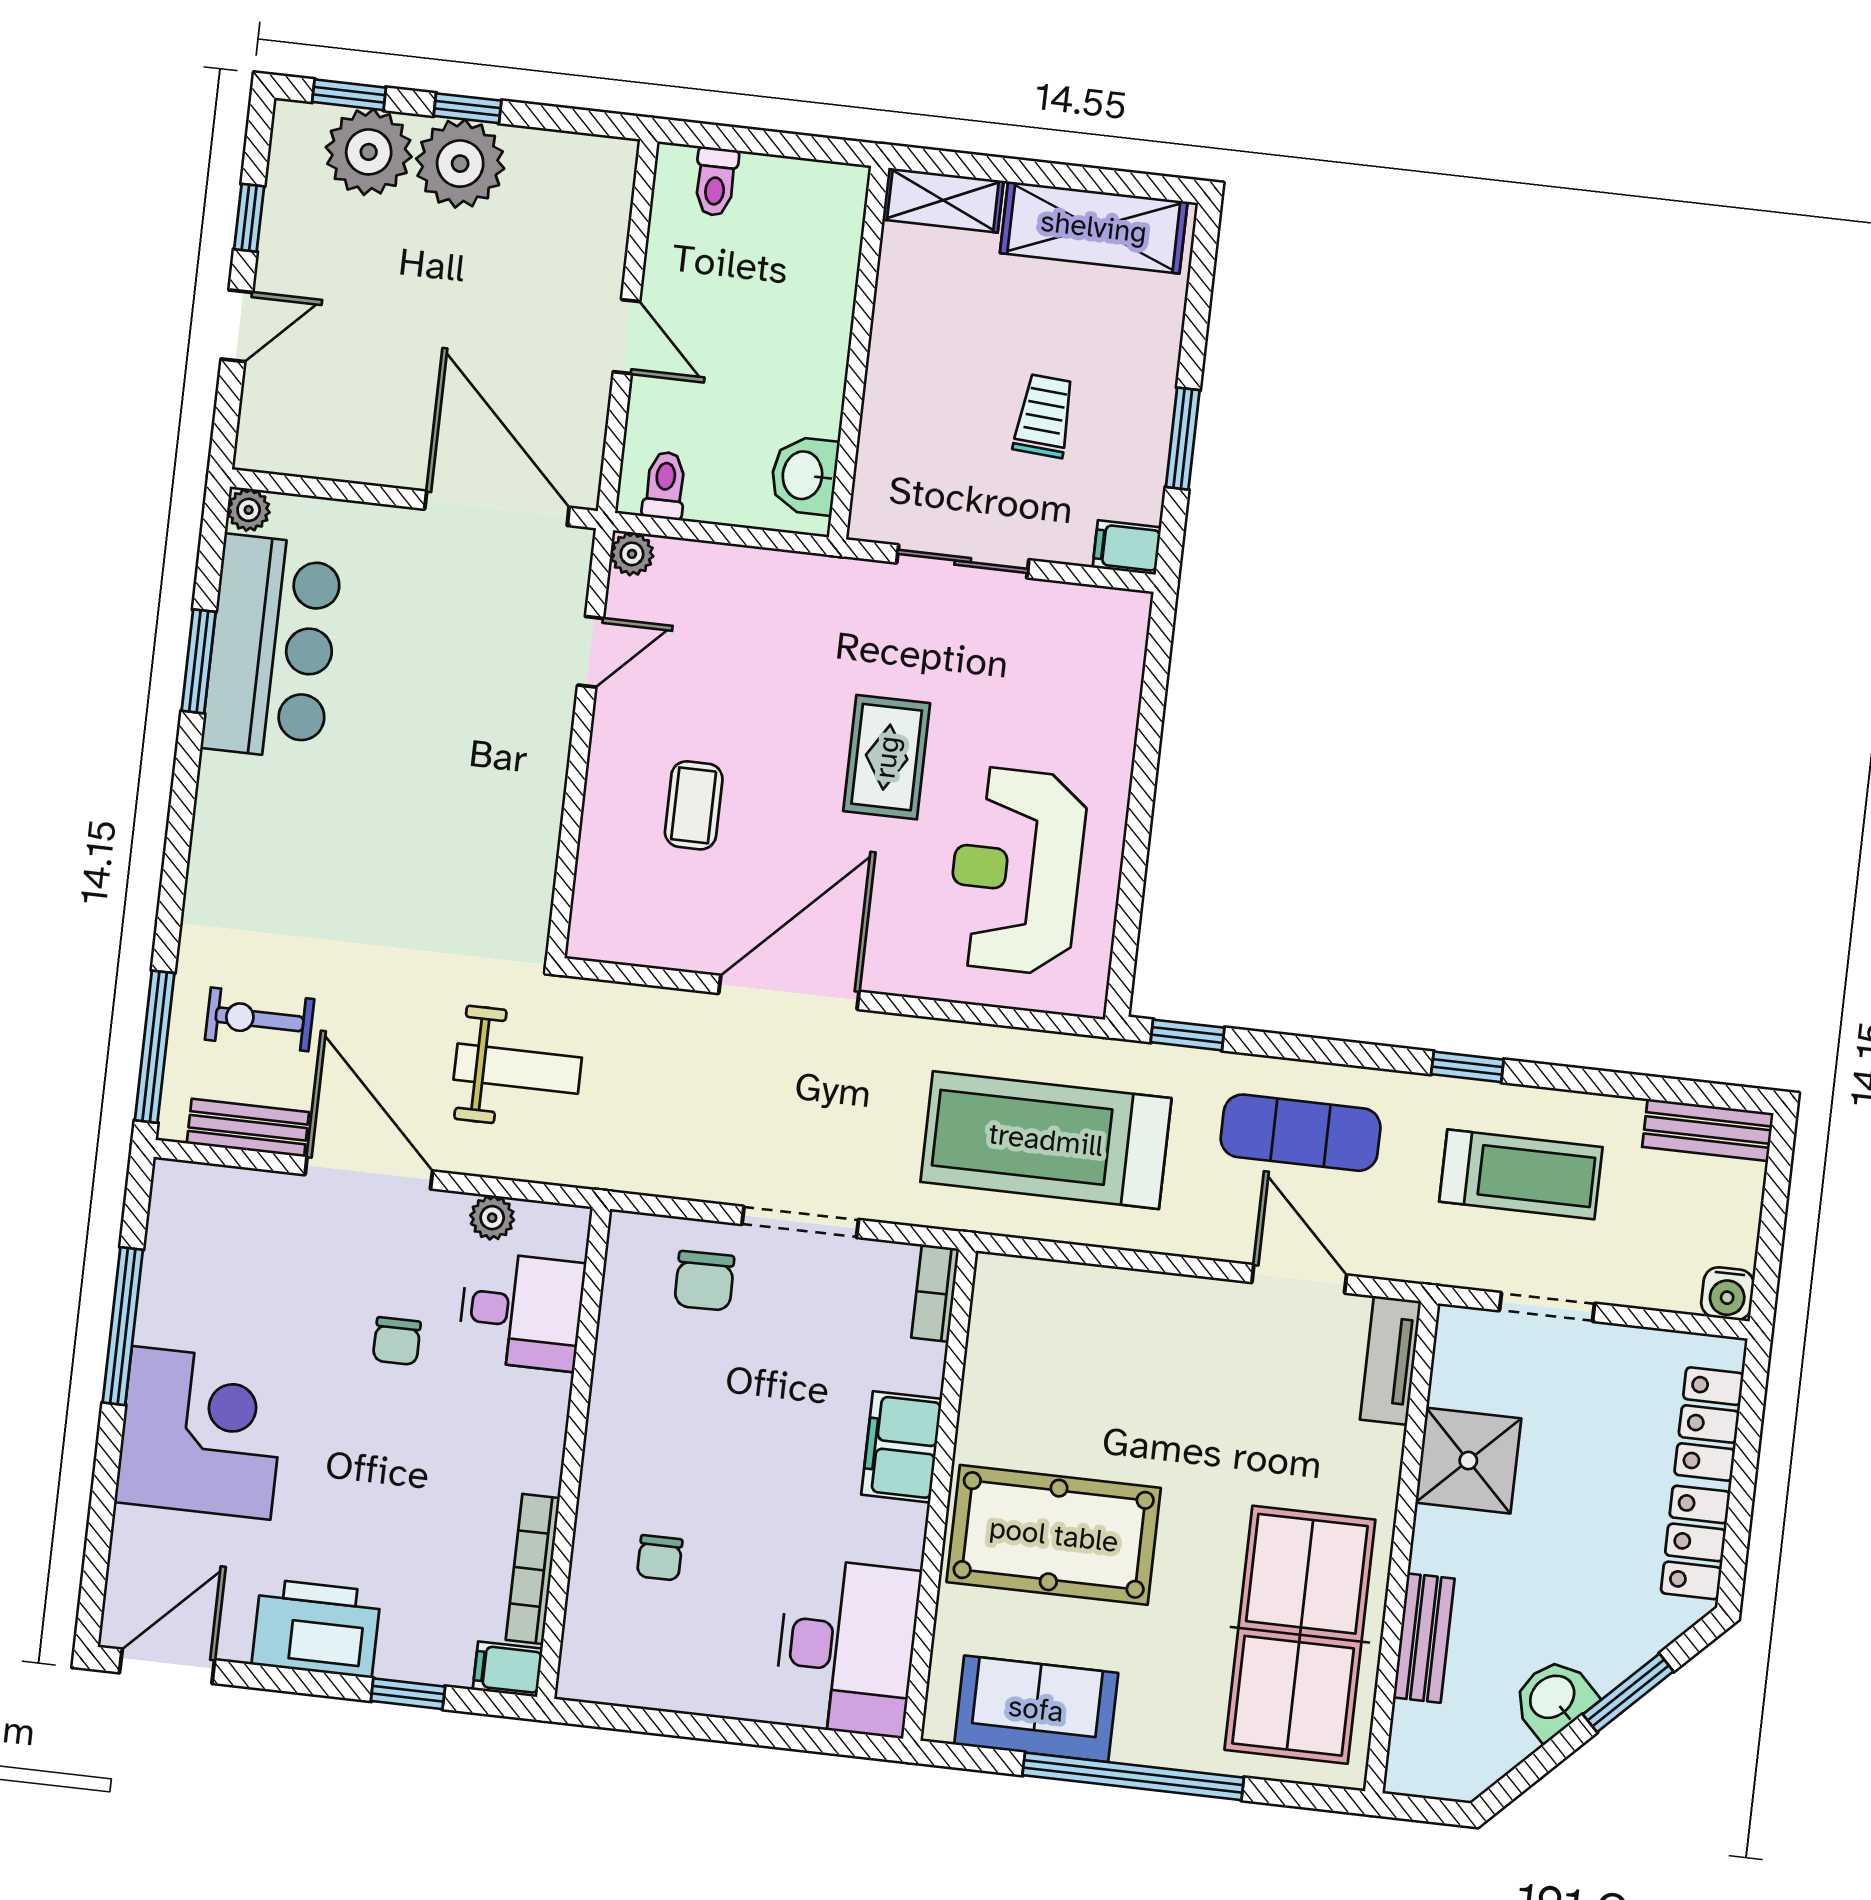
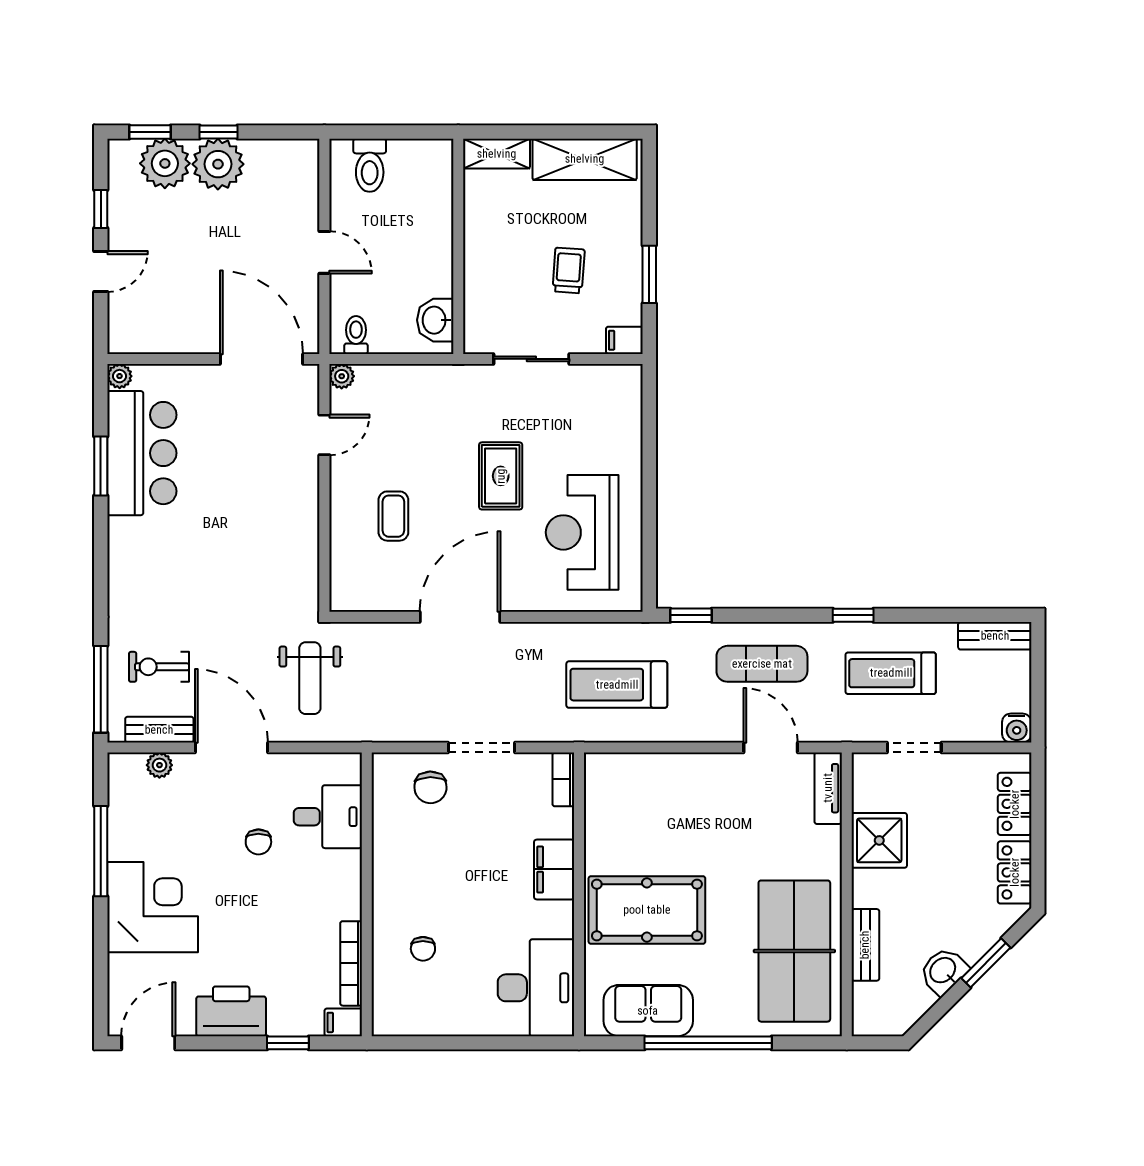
toilet: (716, 182) -> (370, 165), width x1.37, depth x1.39
weight bench: (518, 1069) -> (310, 678), turned 90
treadmill: (1046, 1140) -> (617, 685), width x0.73, depth x0.73
treadmill: (1521, 1174) -> (891, 673), turned 180
plant: (492, 1218) -> (159, 765), moved

